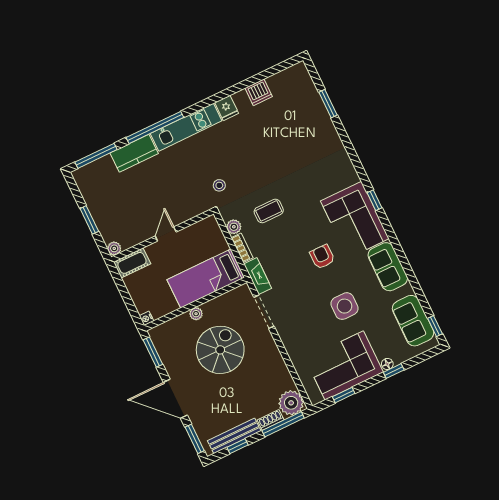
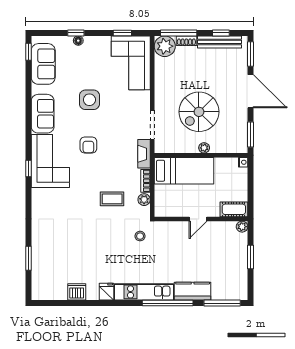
corner sofa: (344, 365) -> (131, 63), moved, turned 90

